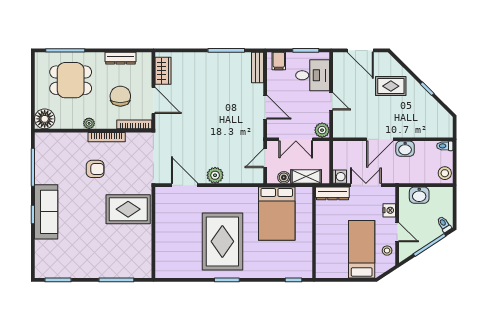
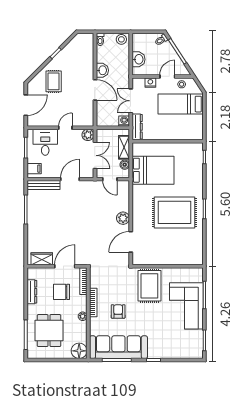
bench: (258, 68) -> (44, 185), width x1.36
sofa: (46, 212) -> (118, 347), moved, width x1.36, depth x1.27
corner sofa: (102, 257) -> (186, 306), added

